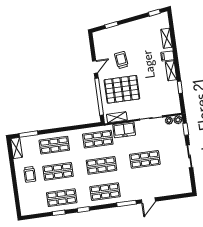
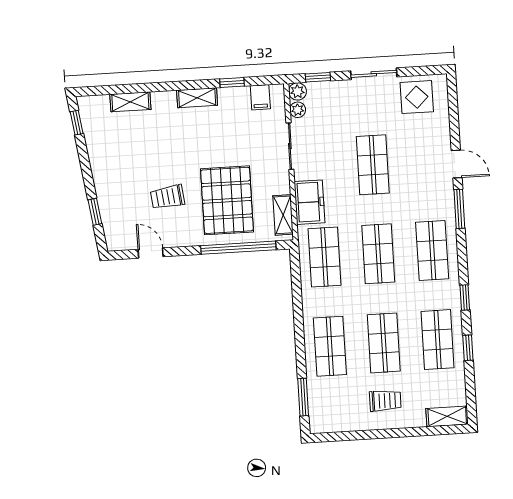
filing cabinet: (167, 56) -> (260, 97), moved
door: (95, 67) -> (151, 253), moved
shelving: (16, 148) -> (447, 416), moved
display table: (180, 178) -> (417, 97), added

